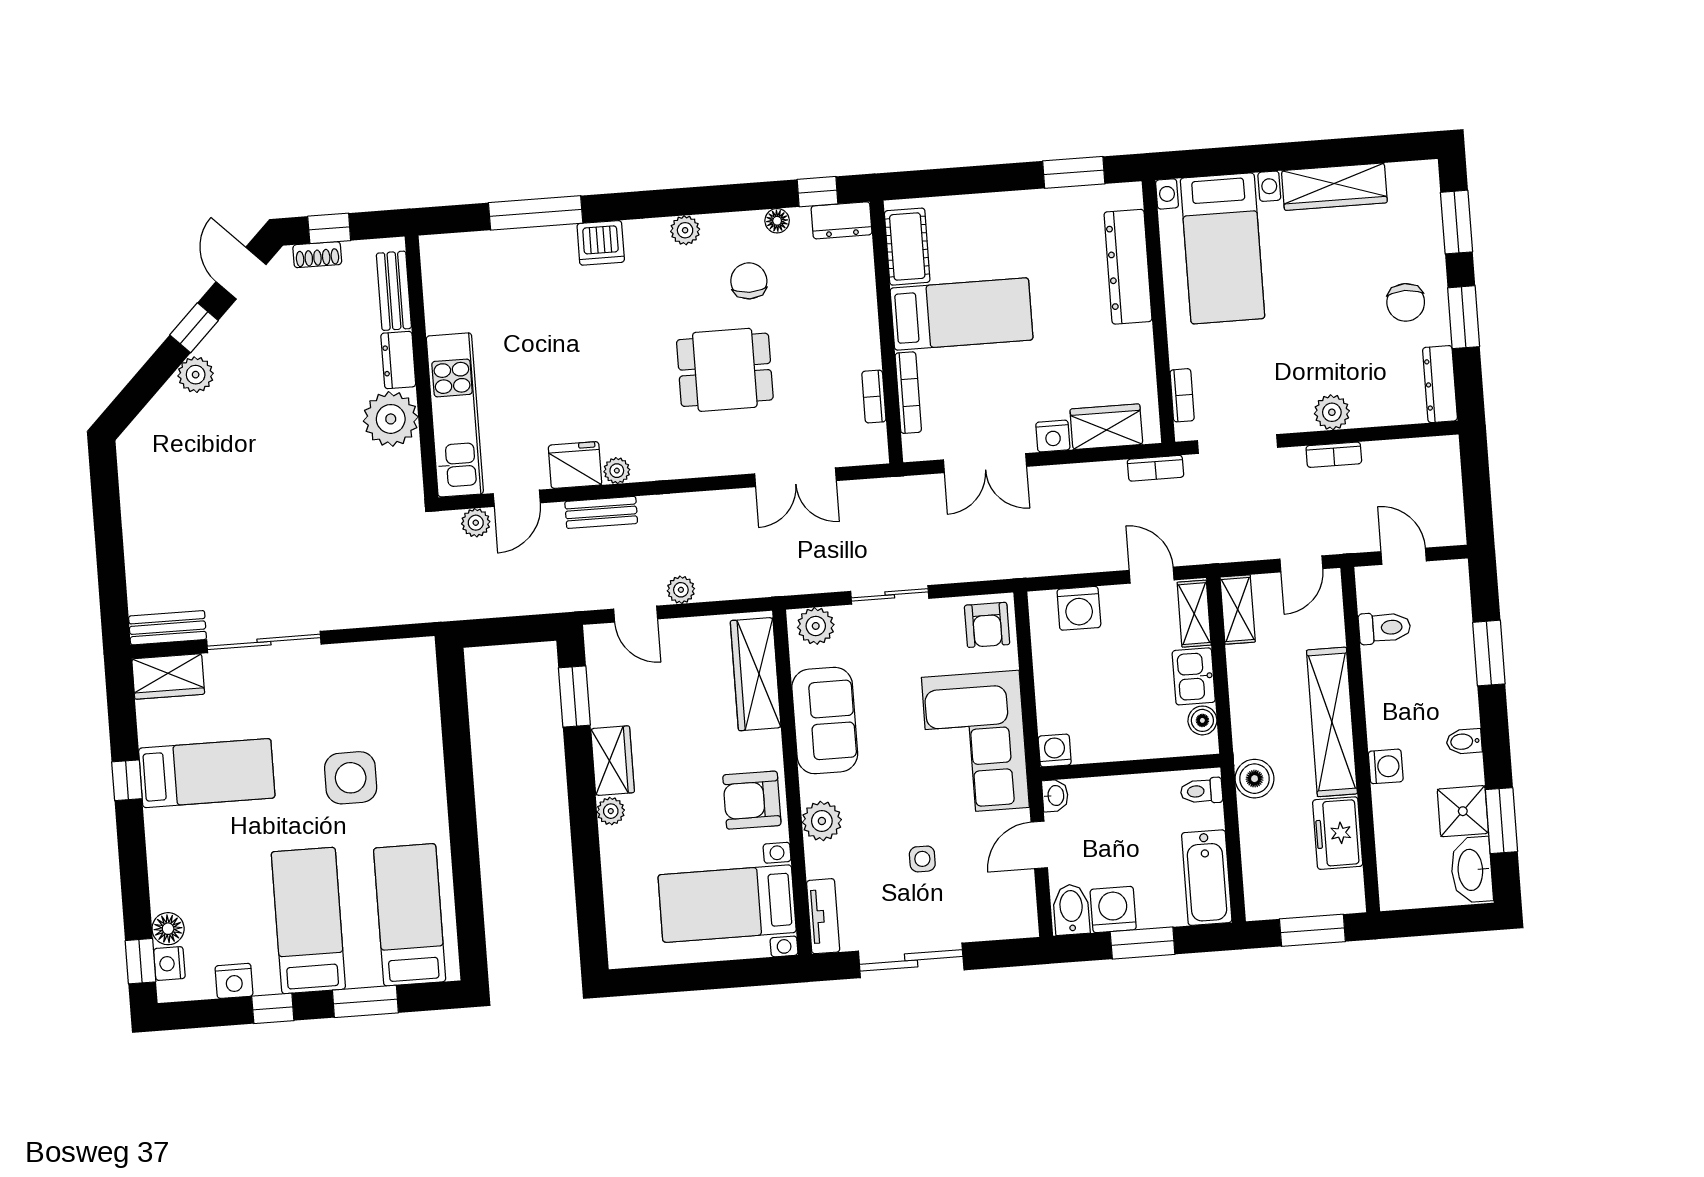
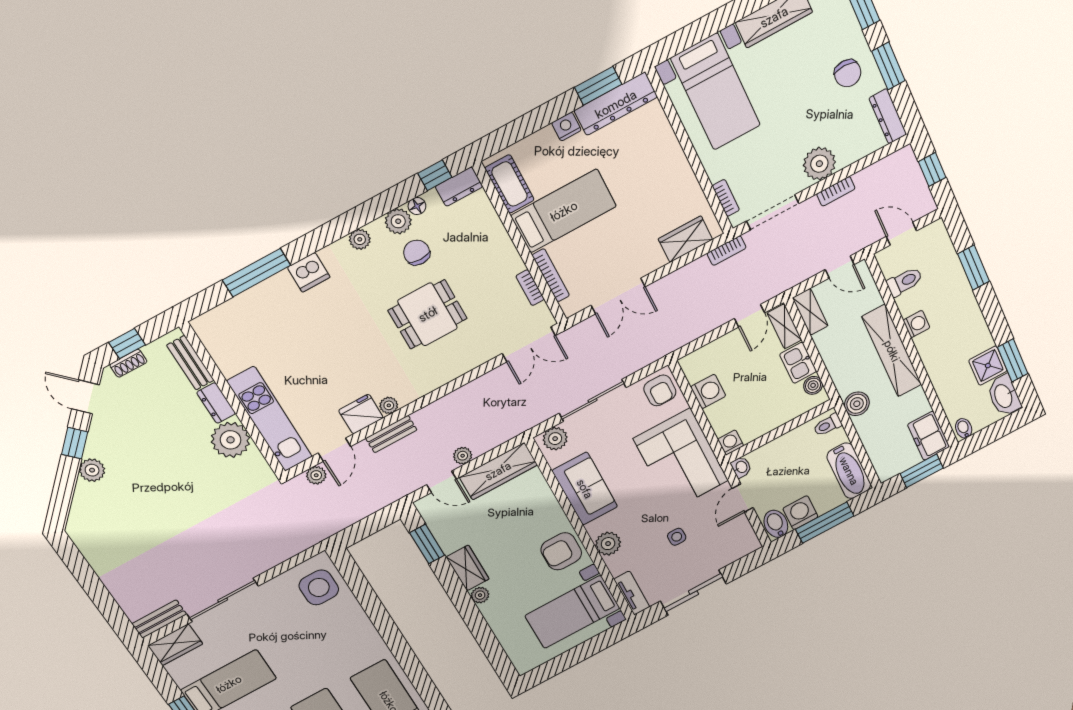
plant: (744, 229) -> (398, 221), added
dresser: (1128, 267) -> (616, 104), moved, turned -90
plant: (1332, 412) -> (819, 164), width x1.36, depth x1.36
nightstand: (1053, 436) -> (566, 127), moved, turned 180
double door: (795, 477) -> (529, 344), moved
window: (1476, 485) -> (932, 169), added
door: (1301, 564) -> (840, 267), hinge flipped
door: (1152, 575) -> (749, 316), swing flipped
sliding door: (890, 595) -> (593, 400), width x1.37
washing machine: (1079, 608) -> (708, 391), moved, turned -90
wardrobe: (756, 674) -> (498, 471), moved, turned -90
bidet: (1464, 741) -> (964, 428), moved, turned 90
washing machine: (1386, 766) -> (916, 324), moved
side table: (351, 778) -> (319, 587), moved
freezer: (1338, 833) -> (929, 436), moved
window: (1143, 943) -> (825, 523), width x1.44

